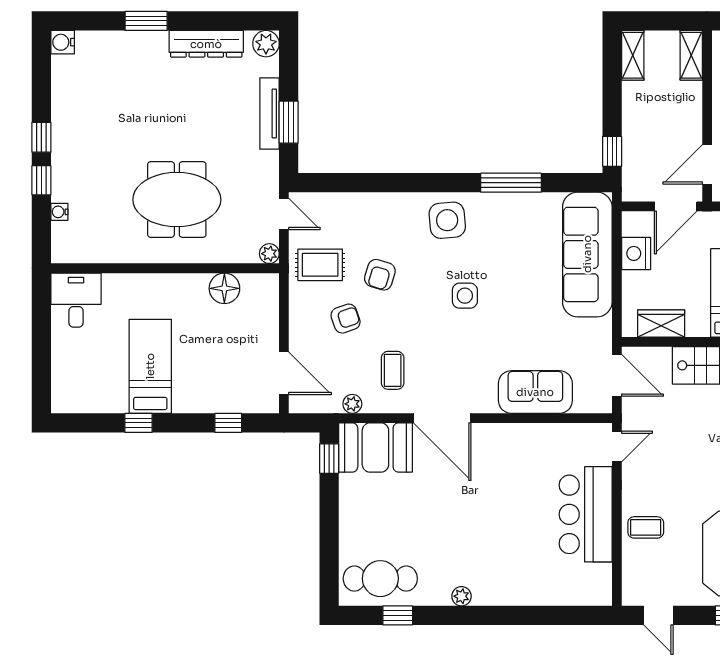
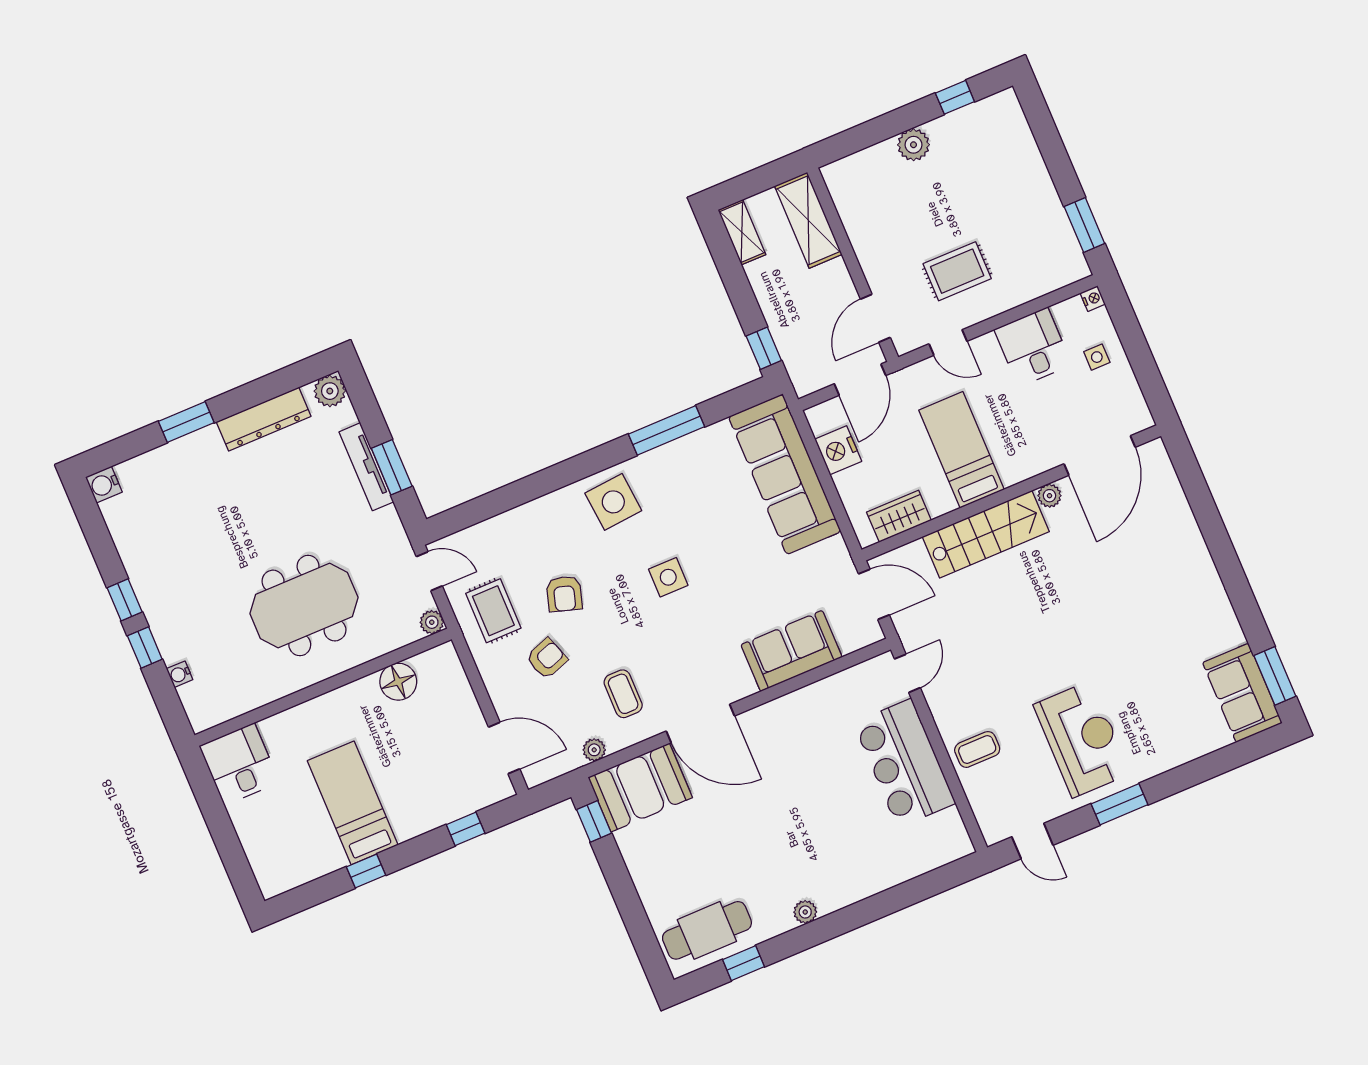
shelving: (691, 55) -> (808, 220), width x1.50, depth x1.33
rug: (320, 265) -> (493, 611), turned 90

